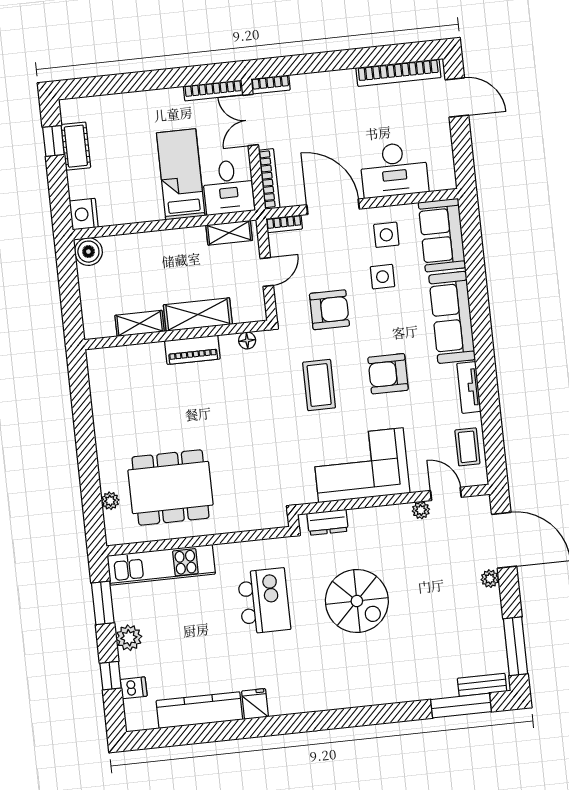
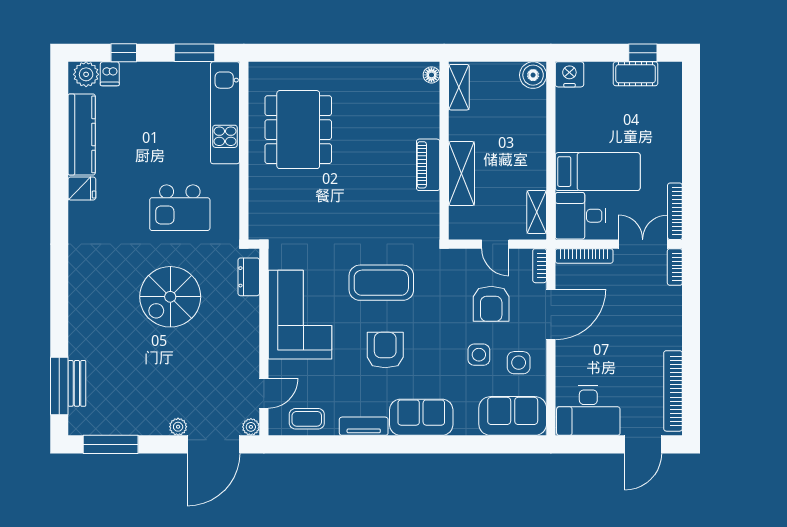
desk: (394, 170) -> (588, 411), moved, turned -90
armchair: (329, 310) -> (491, 304), moved
sofa: (452, 317) -> (421, 417), width x0.73
shelving: (140, 323) -> (459, 87), moved
floor lamp: (247, 340) -> (431, 75), moved
coffee table: (319, 385) -> (381, 283), width x1.36, depth x1.32
plant: (110, 501) -> (292, 70), removed
plant: (421, 510) -> (251, 427), moved
plant: (129, 638) -> (86, 74), moved
bench: (482, 685) -> (77, 383), moved

